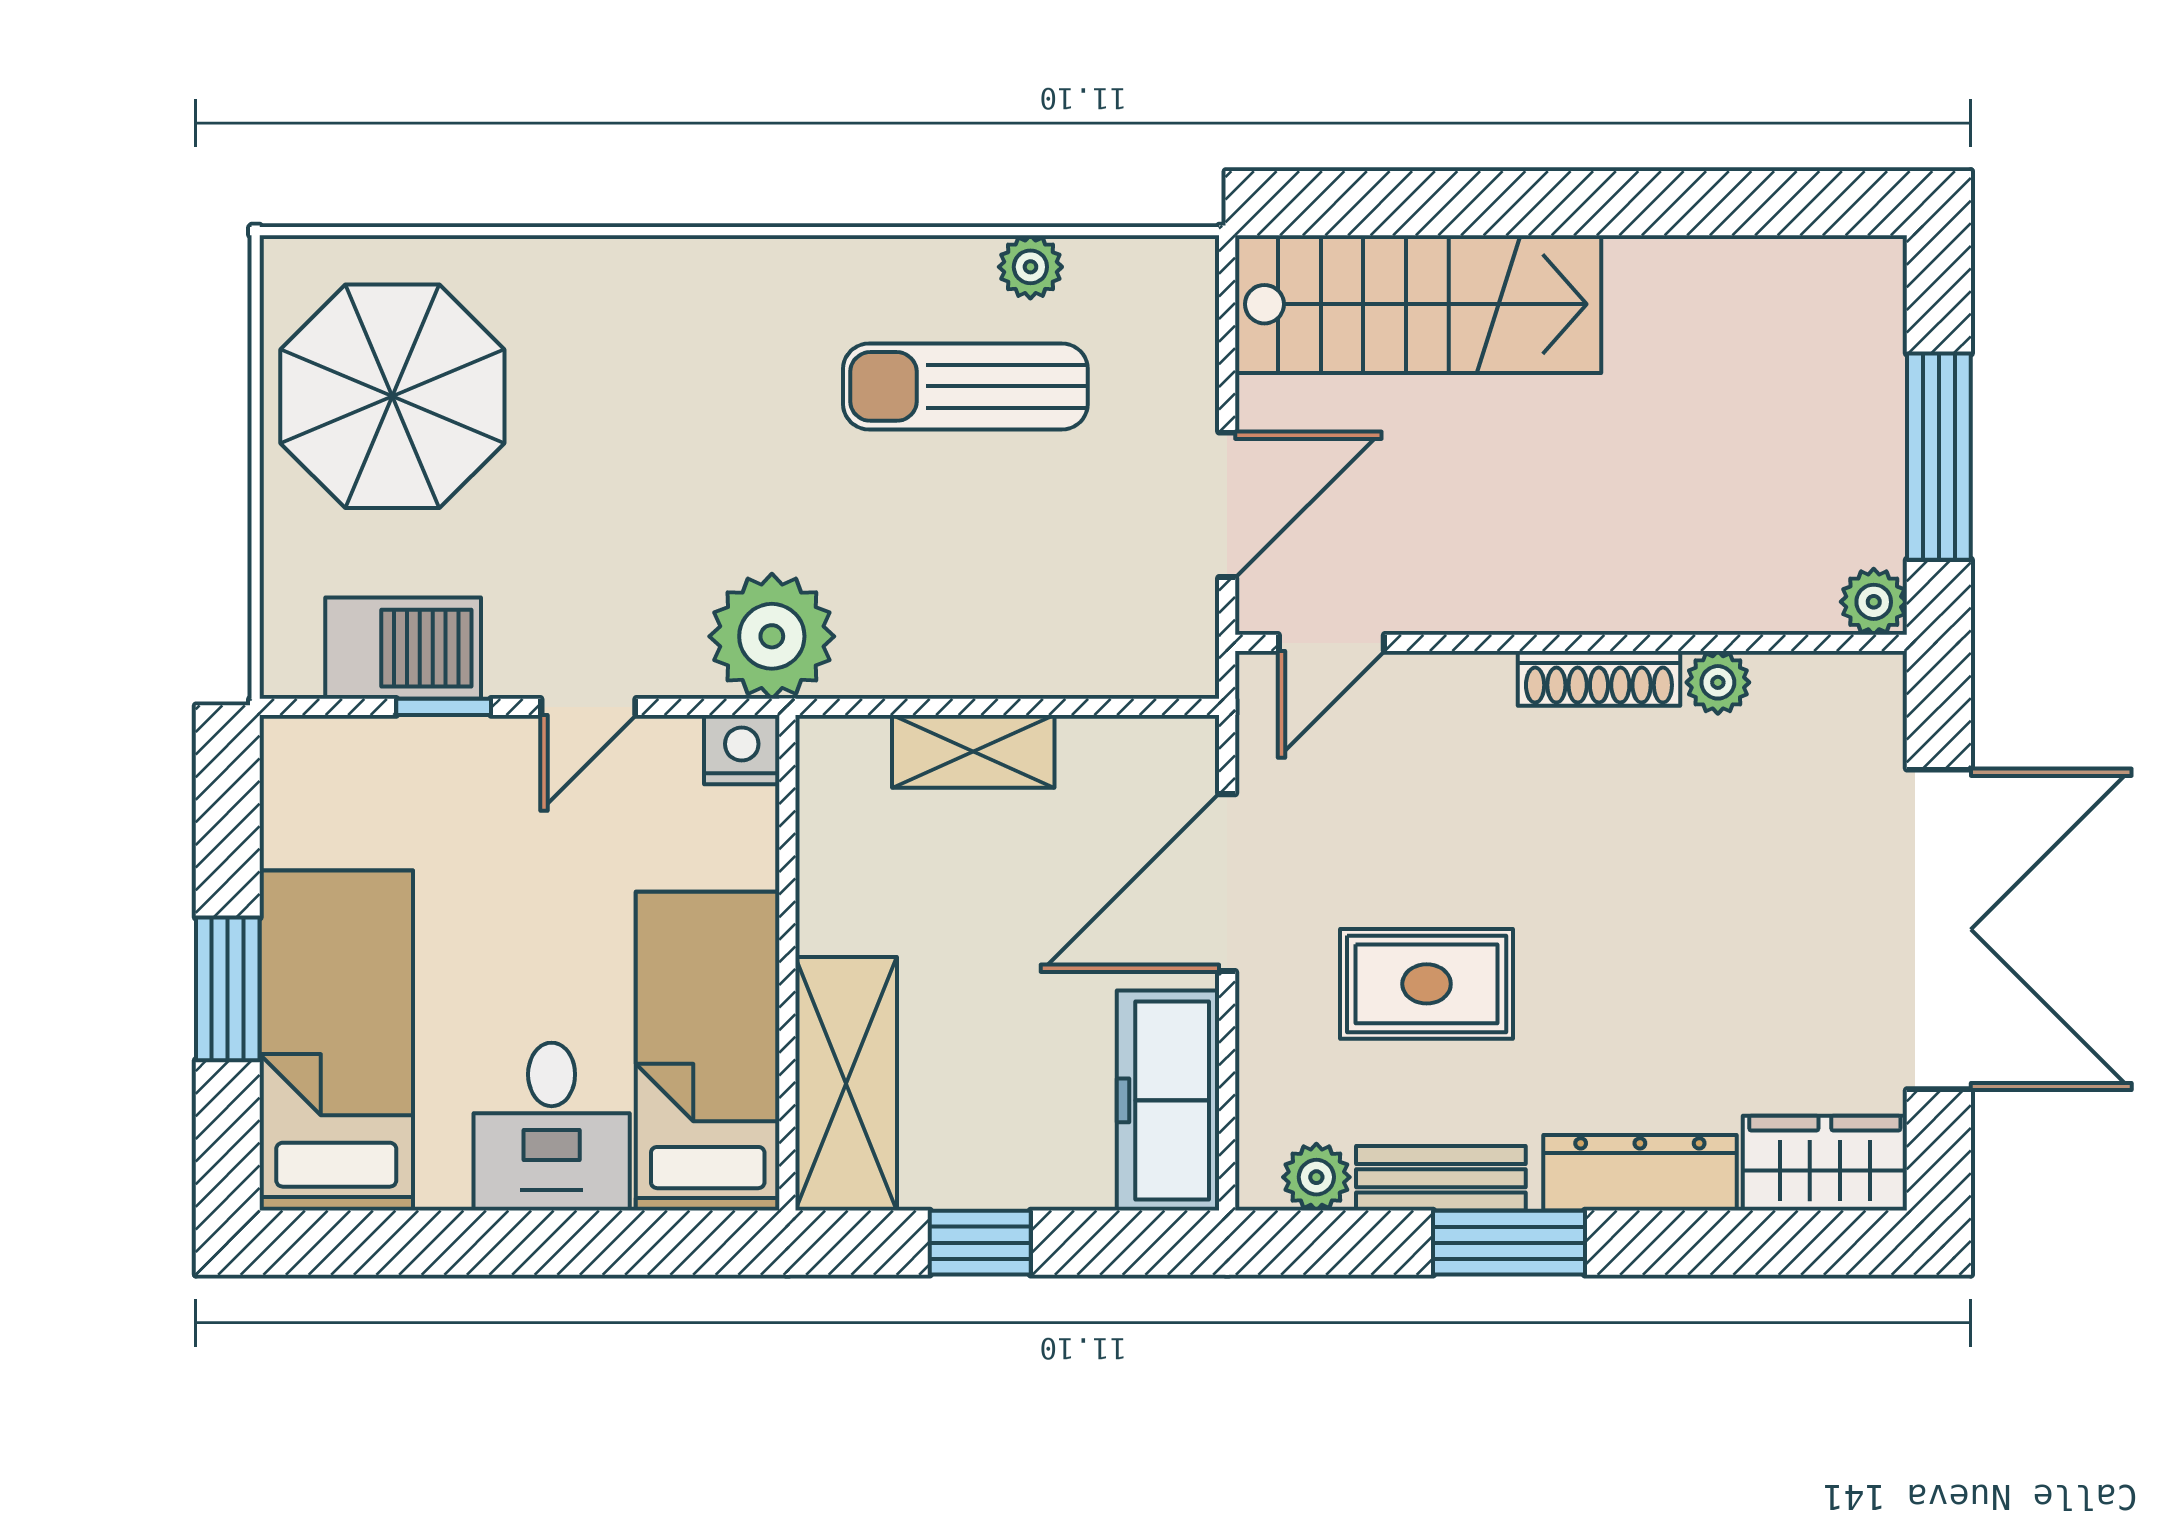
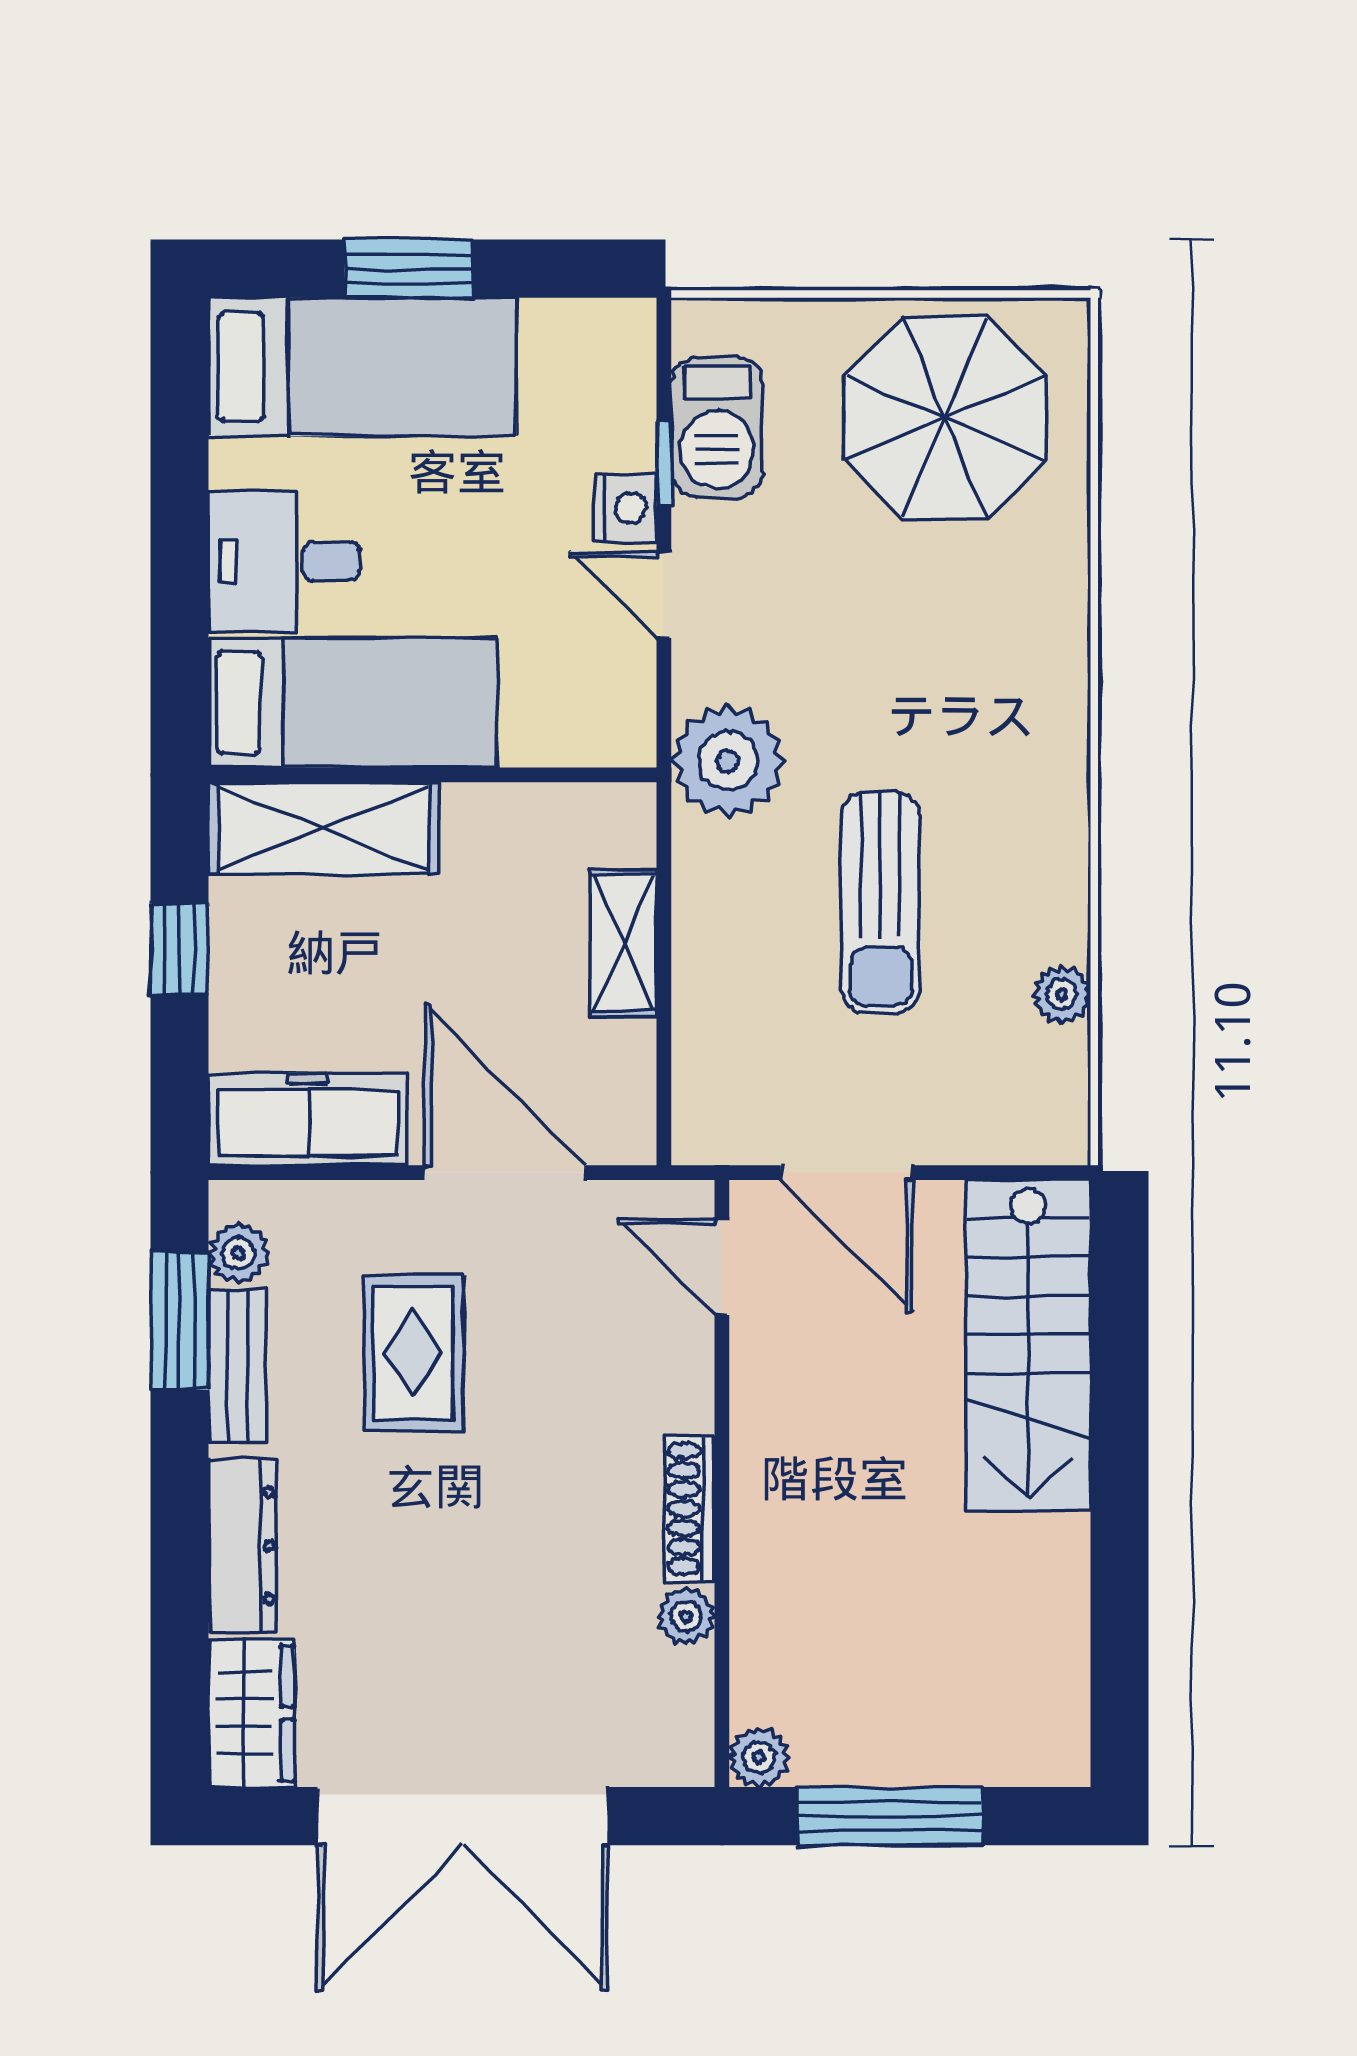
sun lounger: (965, 386) -> (881, 902), moved, turned 180
nightstand: (742, 750) -> (625, 508), moved
window: (1509, 1243) -> (179, 1321), moved

